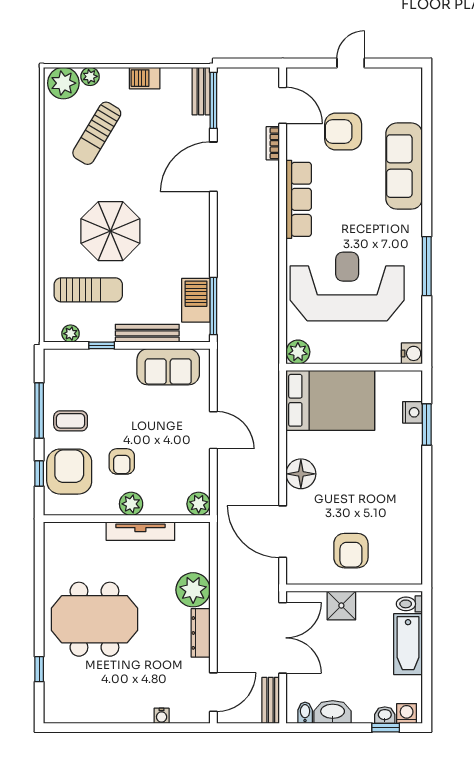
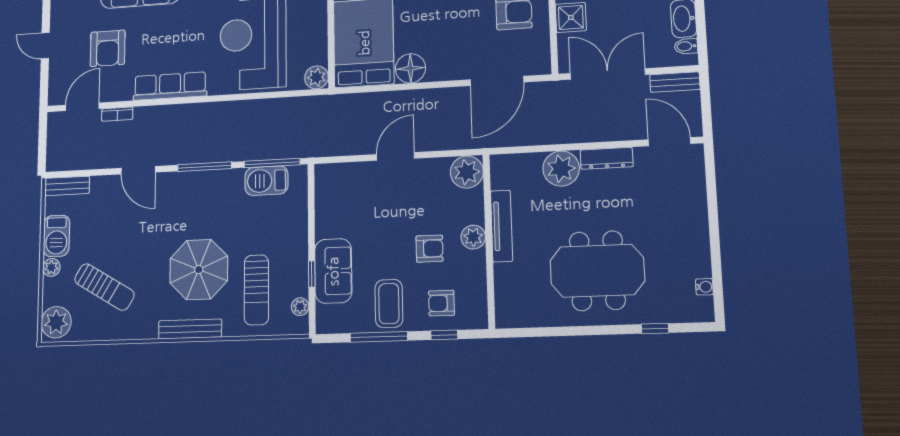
plant: (90, 76) -> (51, 267), moved
barbecue: (145, 78) -> (56, 236), width x1.38, depth x1.27
window: (213, 100) -> (204, 167), moved
door: (213, 167) -> (138, 170), width x0.73
sun lounger: (88, 290) -> (256, 290), turned 180
bench: (147, 333) -> (190, 329), moved, turned 90
sofa: (168, 367) -> (333, 271), moved
coffee table: (71, 421) -> (389, 304), width x1.36, depth x1.30
armchair: (69, 472) -> (441, 303), width x0.53, depth x0.53
floor lamp: (301, 474) -> (410, 68), moved
plant: (199, 504) -> (467, 172), width x1.36, depth x1.36
meeting table: (94, 619) -> (597, 271), turned 90
water cooler: (162, 716) -> (704, 287), moved

